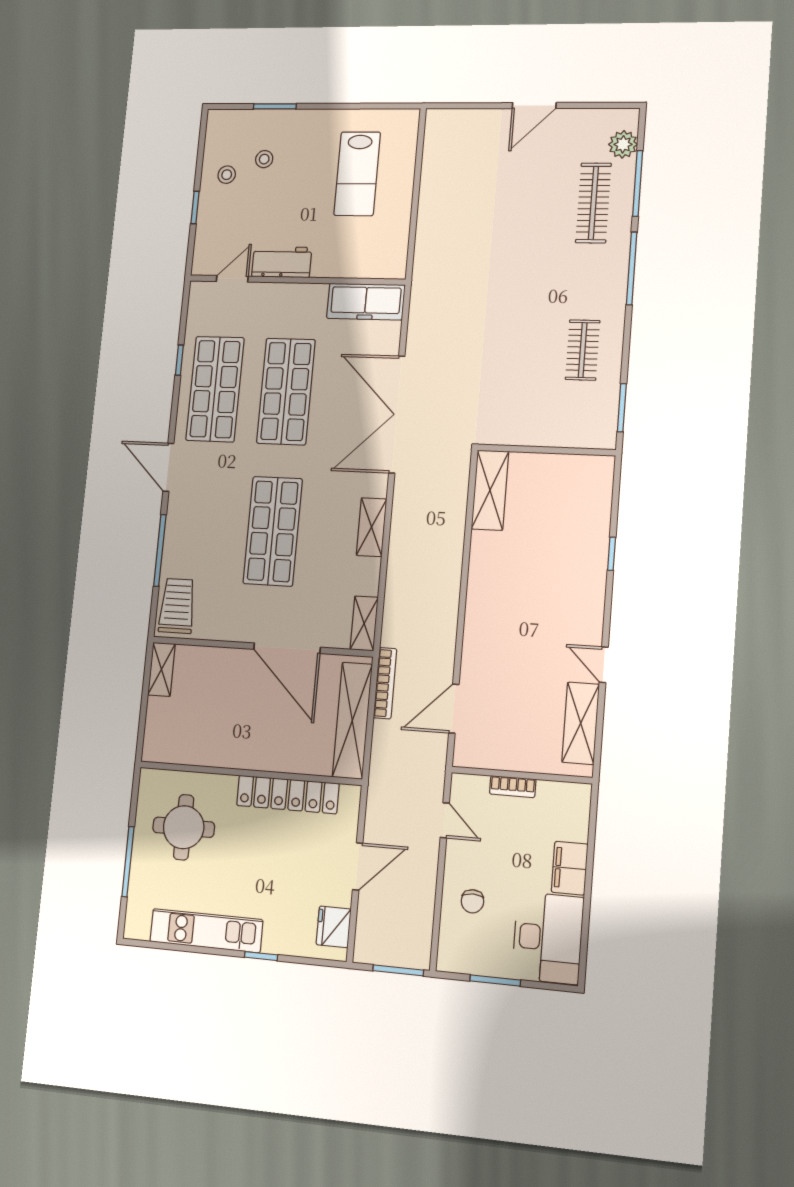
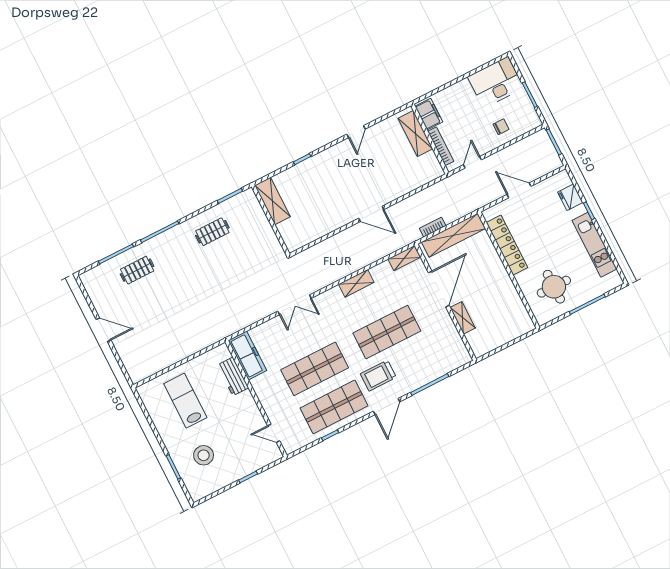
plant: (623, 144) -> (100, 273), removed
stool: (264, 159) -> (204, 455), width x1.89, depth x1.89
lab bench: (357, 174) -> (185, 401), turned -90
stool: (227, 175) -> (222, 471), removed
clothes rail: (593, 203) -> (137, 270), width x0.73
workbench: (282, 262) -> (233, 376), moved
double door: (397, 414) -> (294, 305), width x0.54
shelving: (490, 490) -> (272, 201), moved, turned 90
trolley: (177, 606) -> (378, 376), moved
shelving: (162, 669) -> (463, 318), moved, turned 90
bookcase: (385, 683) -> (433, 227), width x0.64
door: (454, 709) -> (371, 214), moved
shelving: (581, 723) -> (415, 133), moved, turned 90
bookcase: (513, 787) -> (441, 146), width x1.56
filing cabinet: (570, 868) -> (429, 114), moved, turned -90
fridge: (334, 927) -> (570, 197), moved, turned 90

